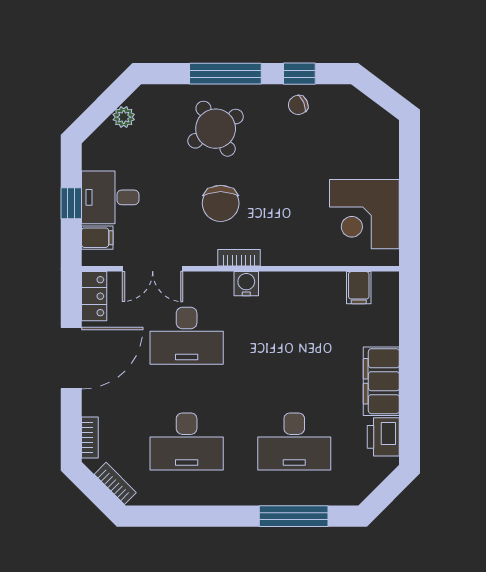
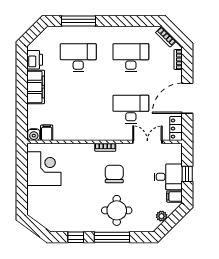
chair: (298, 105) -> (76, 222), removed
round table: (216, 129) -> (117, 210), turned 31
filing cabinet: (97, 238) -> (174, 197), moved
water cooler: (246, 284) -> (34, 135), moved

